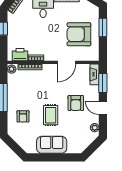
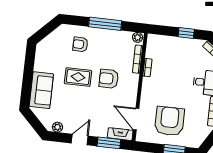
printer: (20, 55) -> (153, 49), removed
door: (66, 62) -> (136, 119), moved
armchair: (76, 103) -> (109, 79), moved
sofa: (52, 145) -> (41, 90), moved

